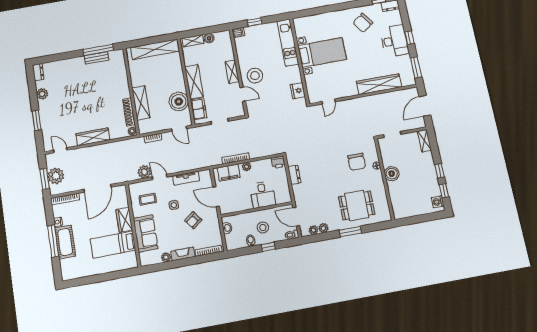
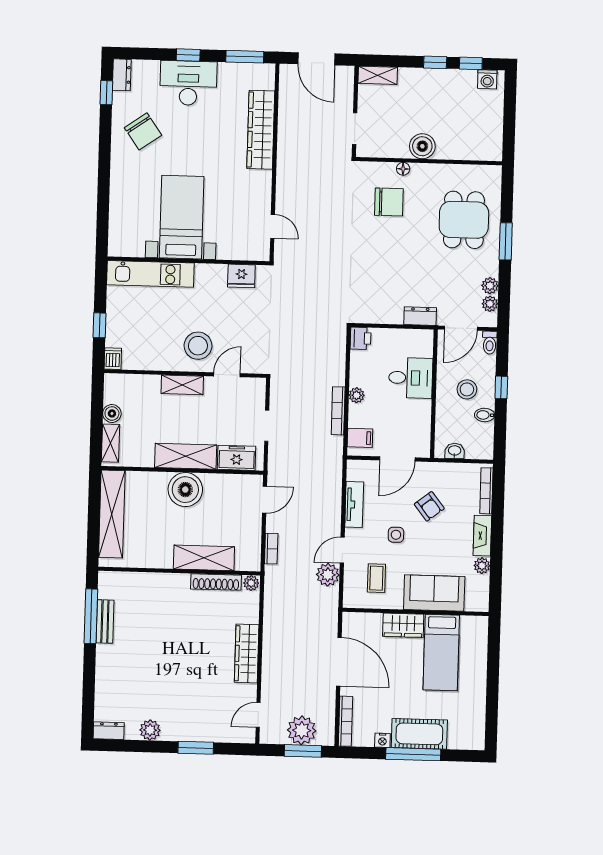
boiler: (179, 101) -> (185, 490), moved
filing cabinet: (229, 173) -> (360, 438), width x0.50
dresser: (294, 175) -> (420, 316), moved

